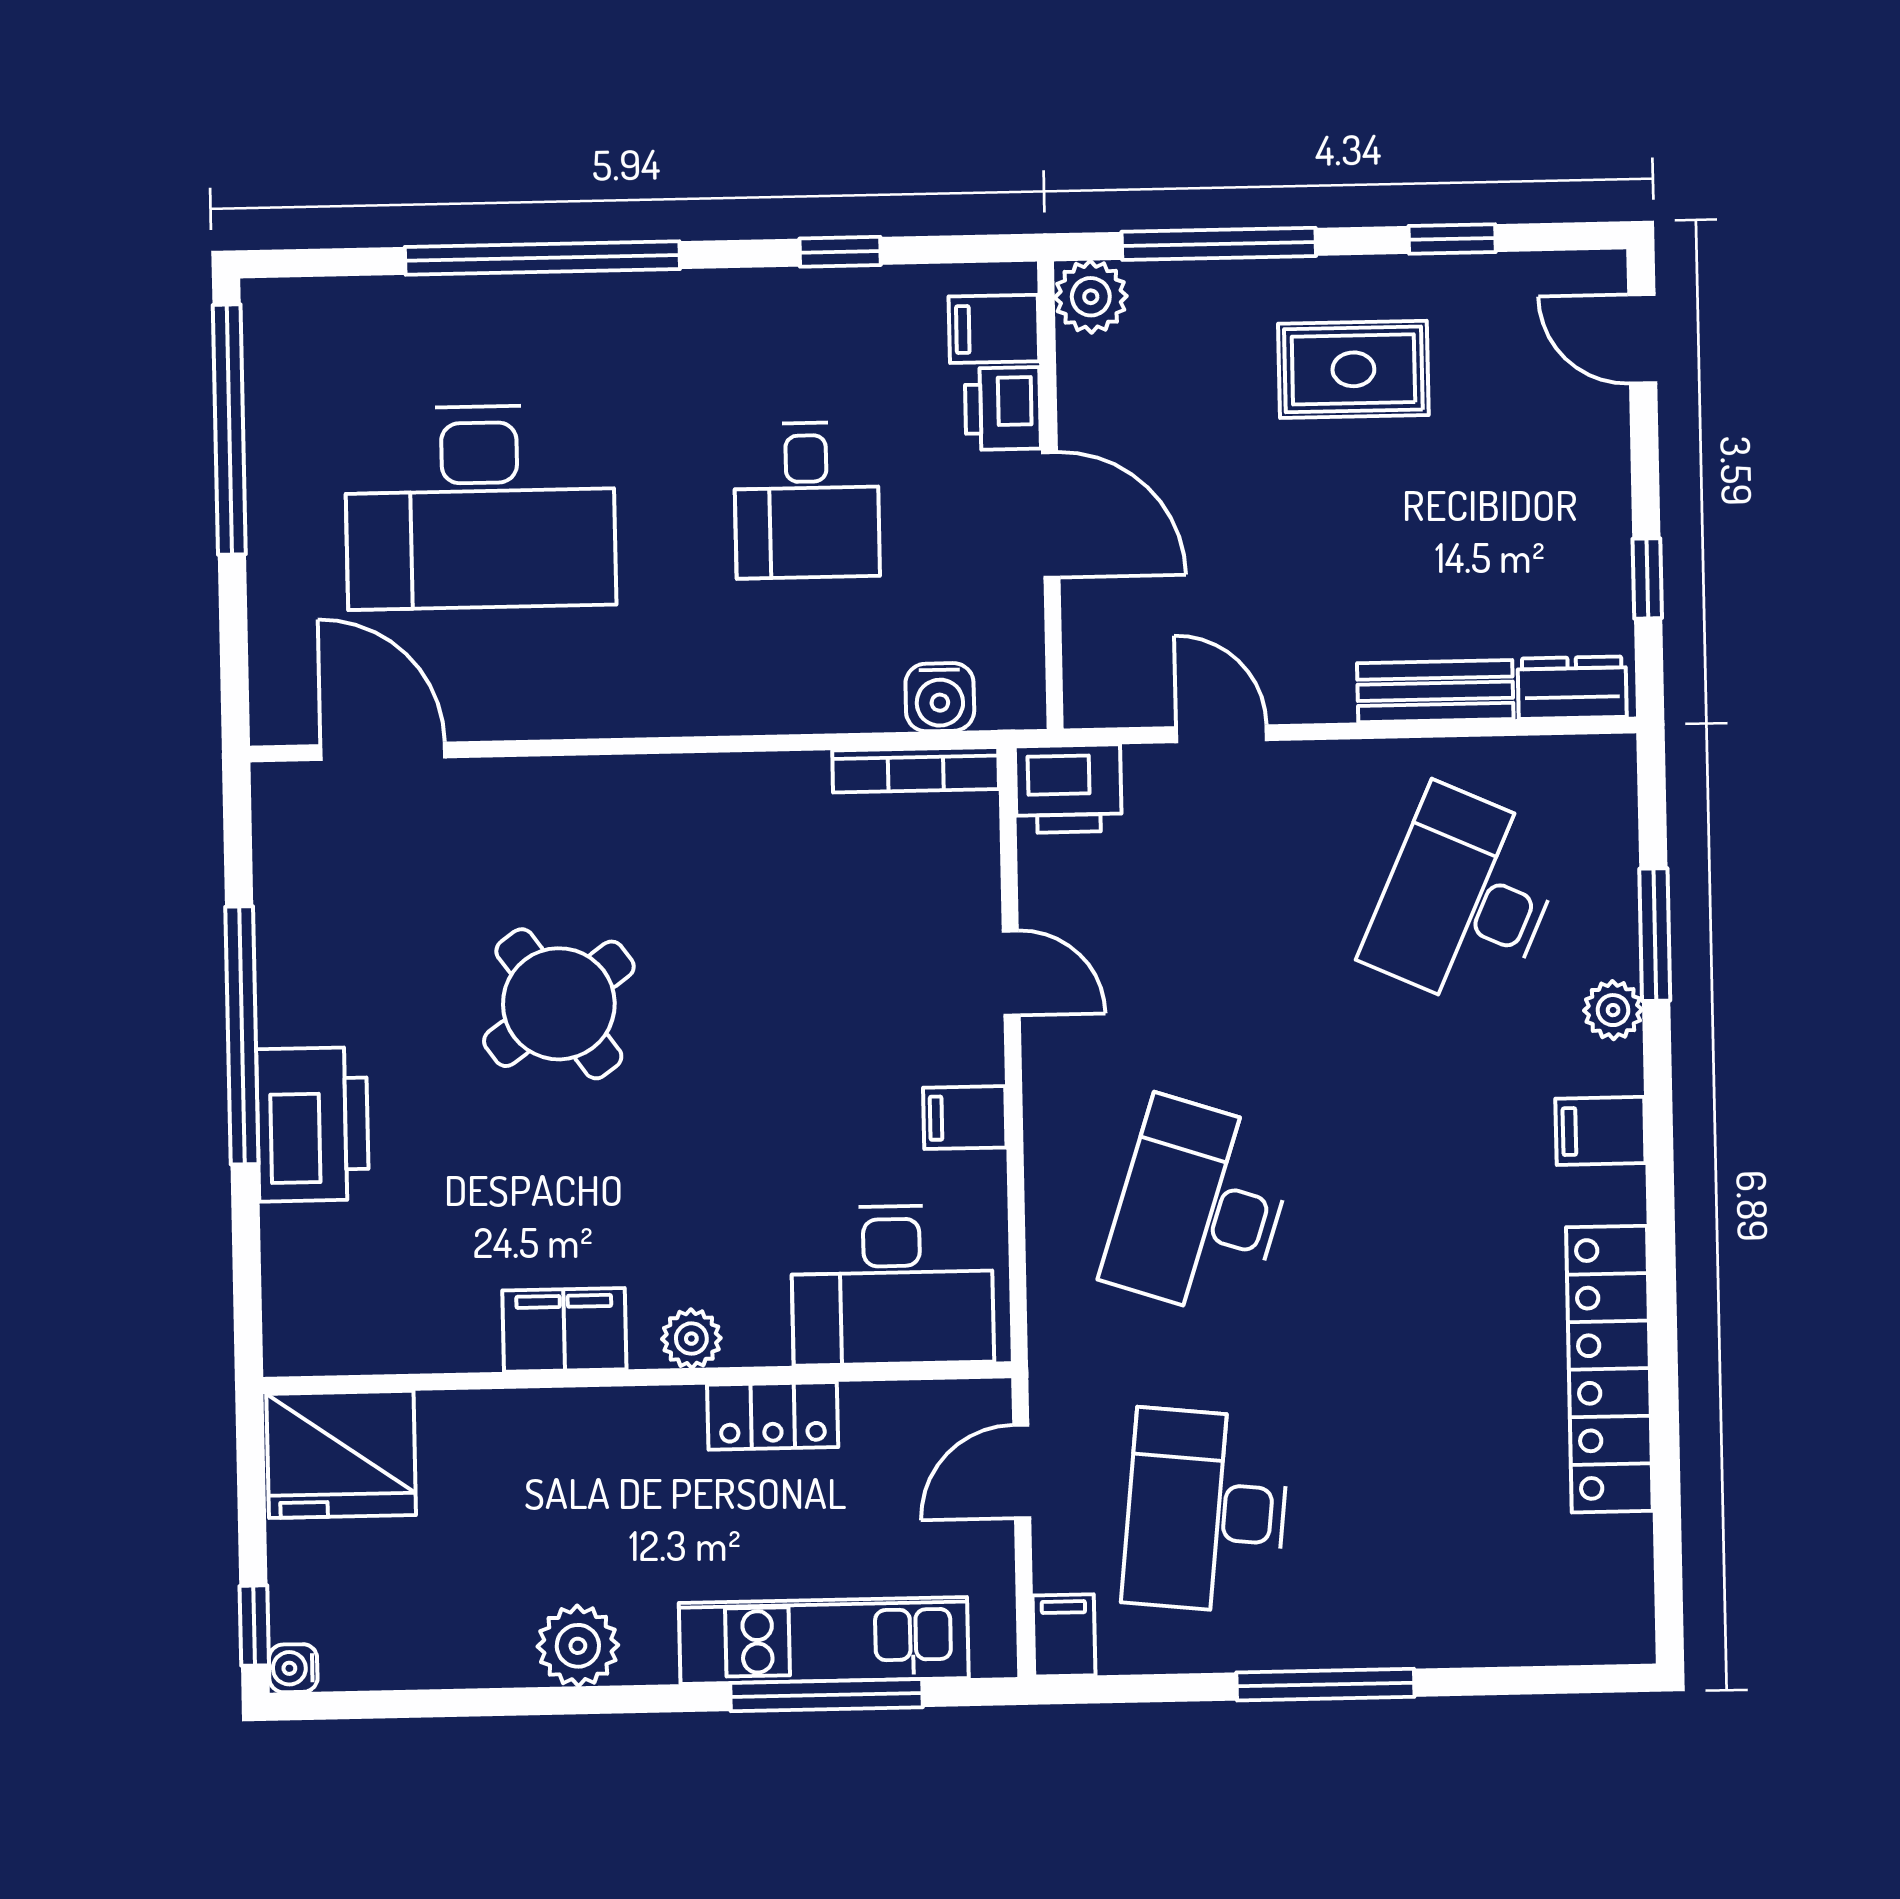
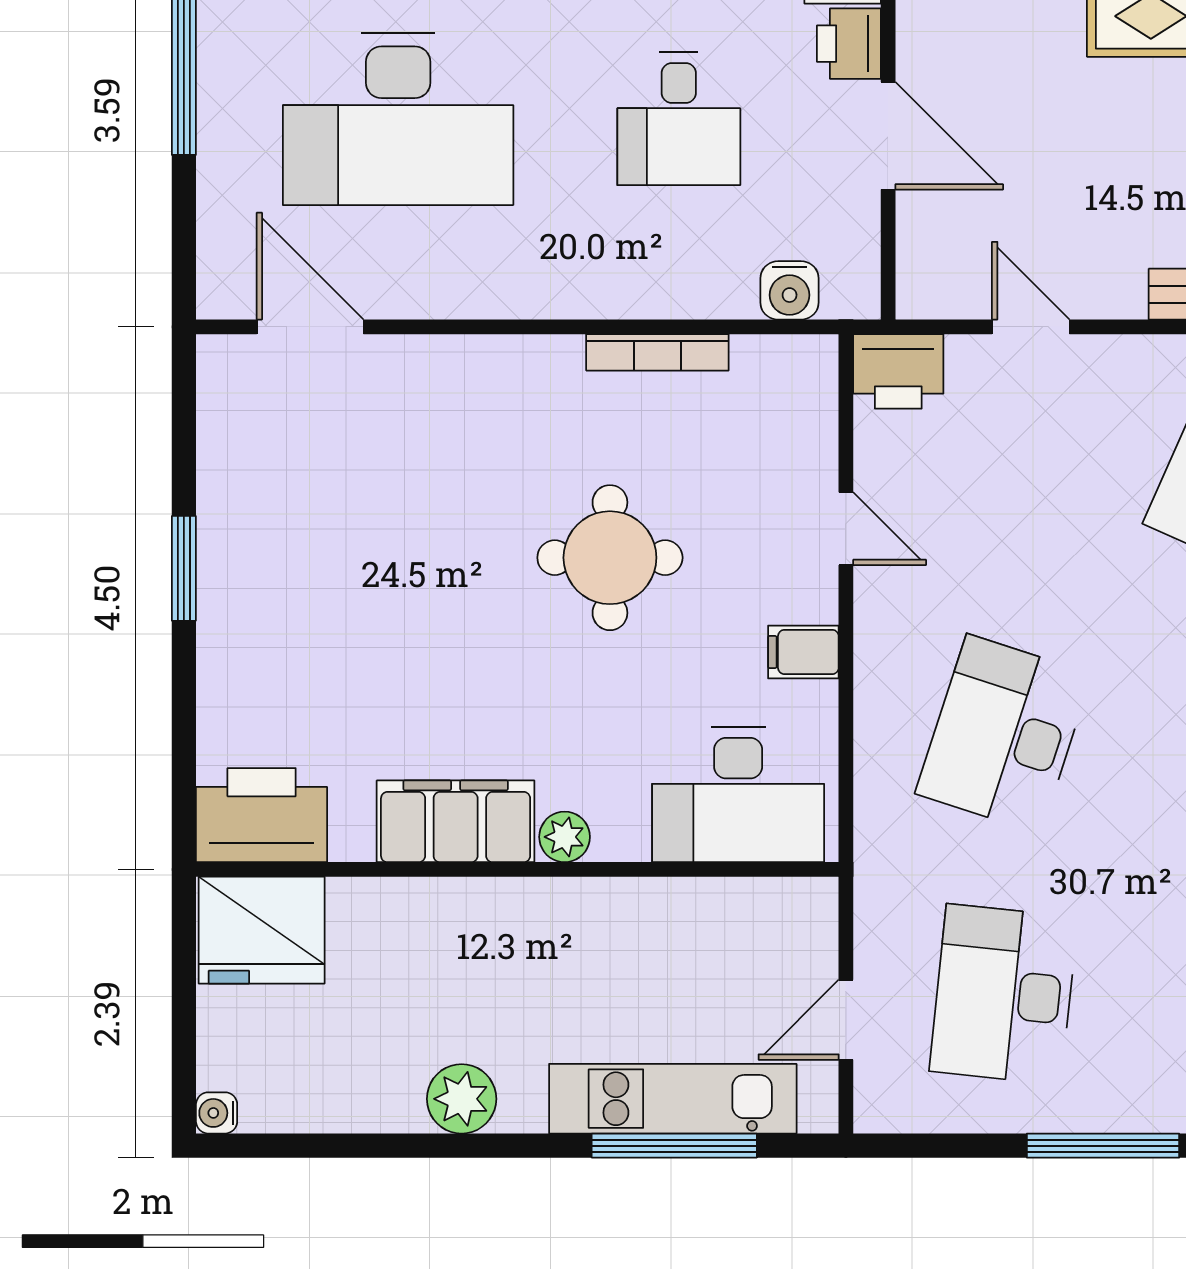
bookcase: (916, 770) -> (657, 352), moved
round table: (559, 1004) -> (610, 558), moved, turned 36
window: (242, 1035) -> (184, 568), width x0.47
printer: (313, 1124) -> (262, 815), moved, turned -90
filing cabinet: (564, 1330) -> (456, 821), width x1.50, depth x1.17
locker: (773, 1416) -> (633, 905), removed
door: (1022, 1472) -> (846, 1020), moved
window: (254, 1626) -> (184, 1076), removed
filing cabinet: (1064, 1635) -> (879, 1099), removed

